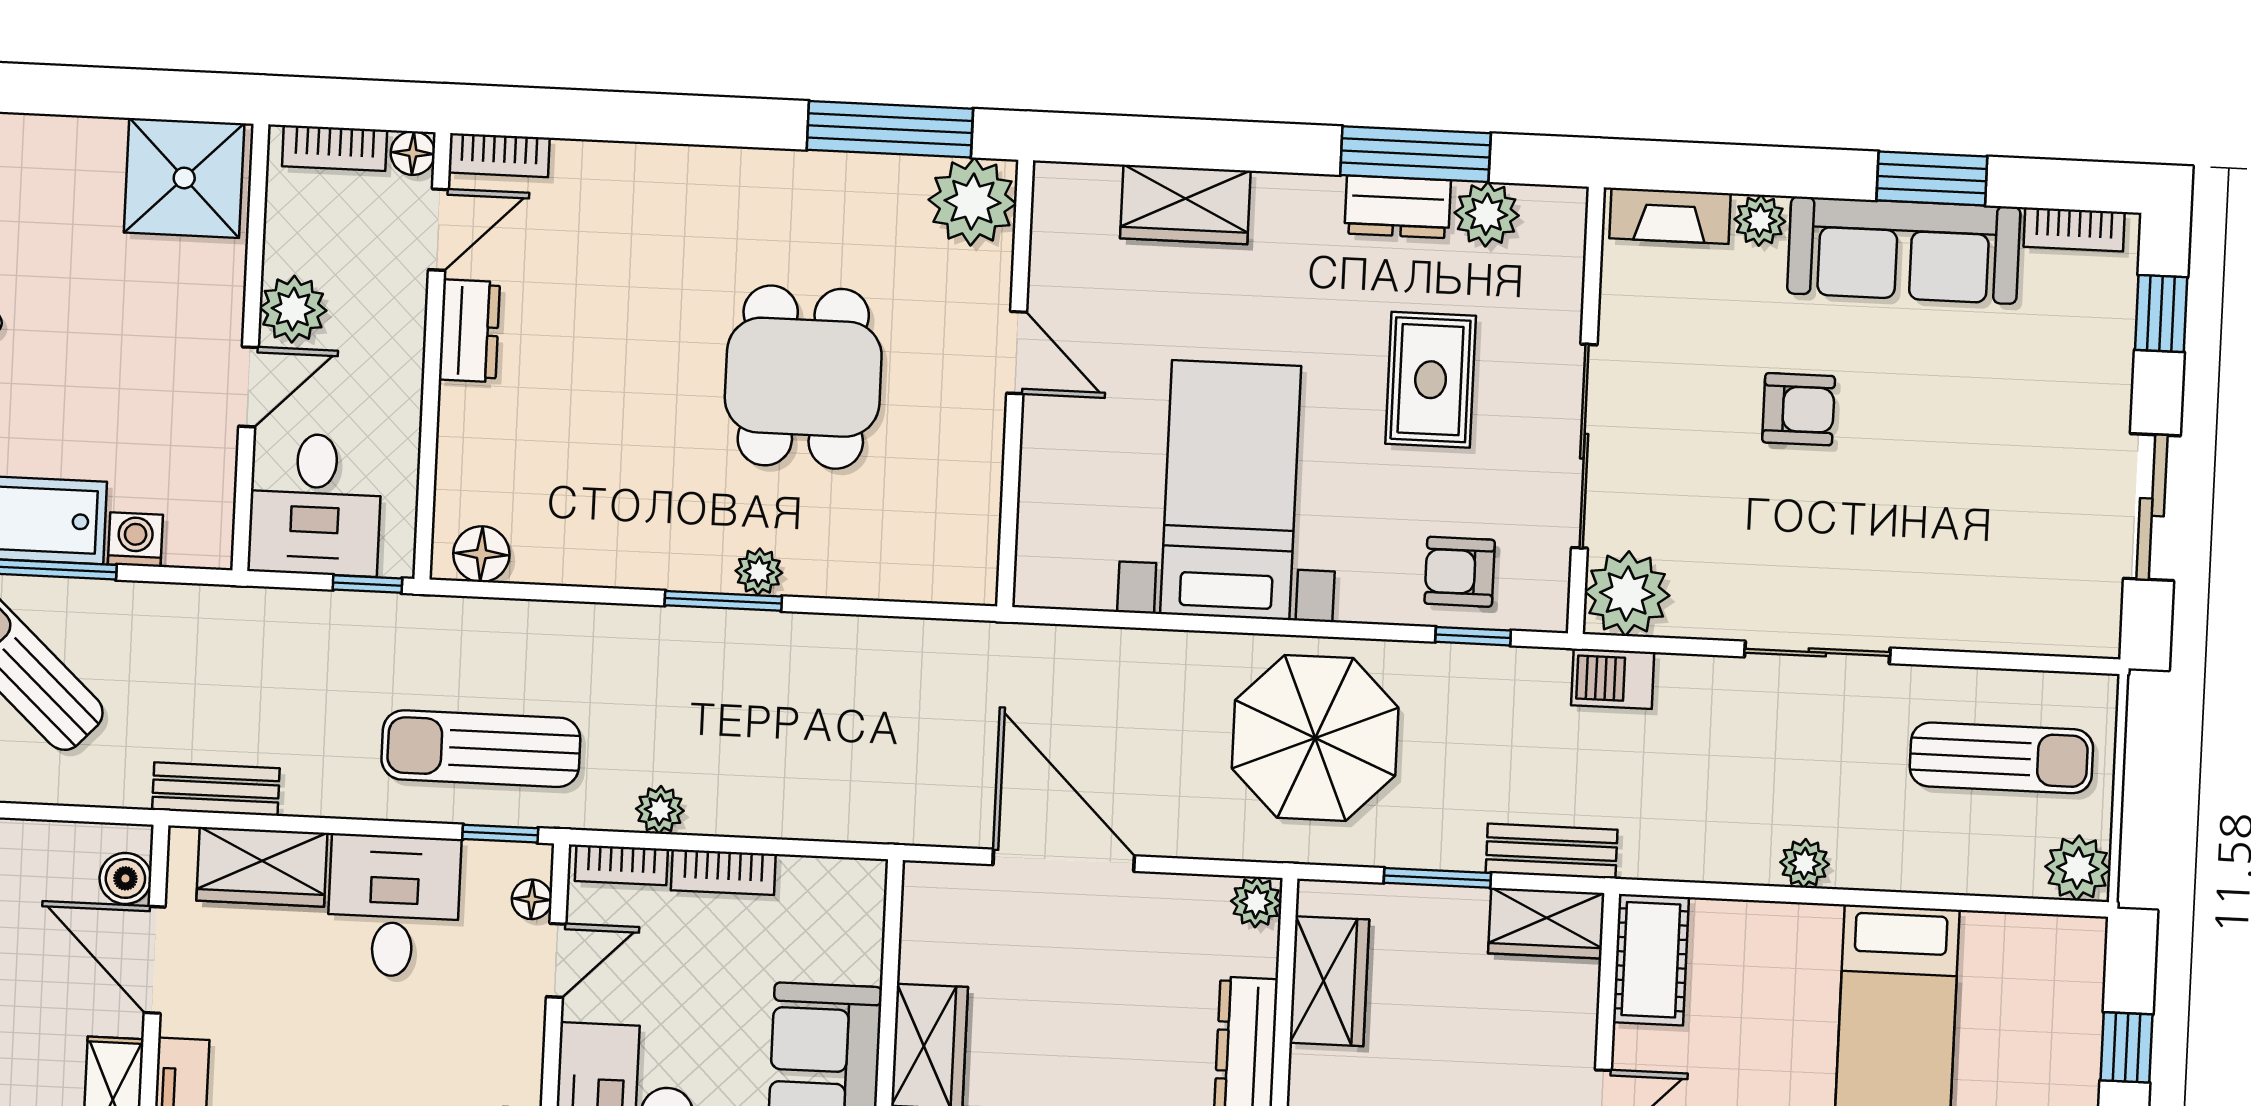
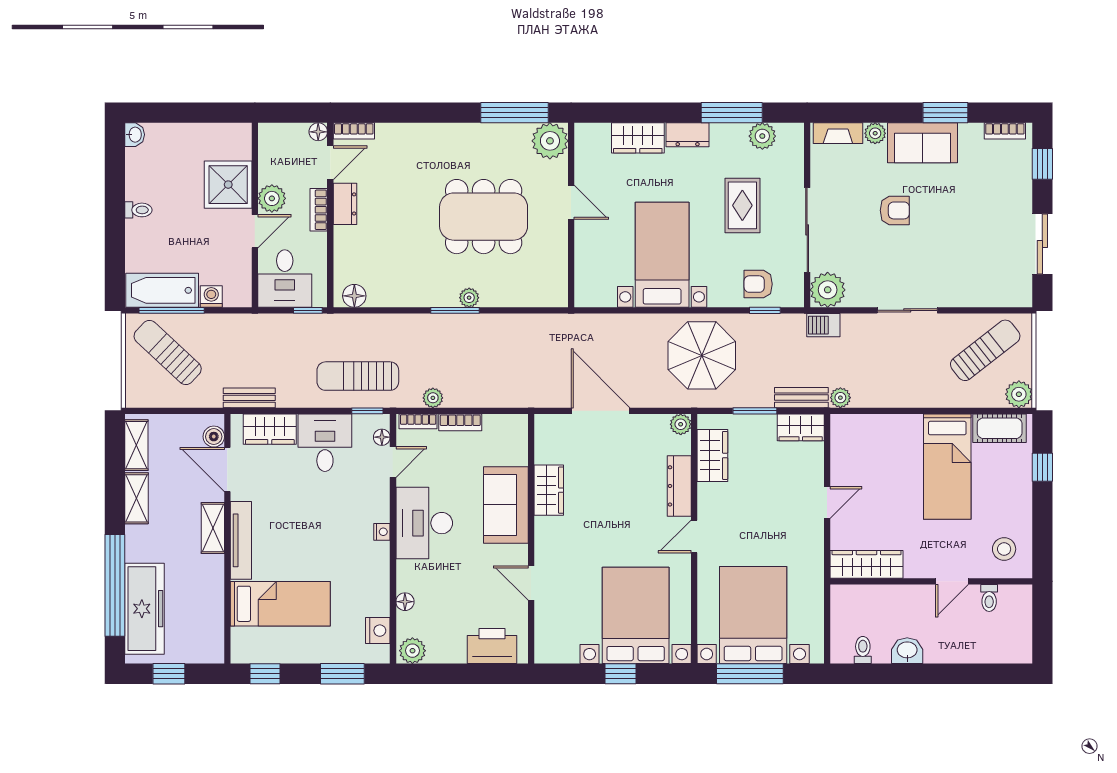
bookcase: (335, 148) -> (319, 210), moved, turned 90
shower: (184, 178) -> (228, 185), moved
dresser: (1398, 207) -> (688, 135), moved
sofa: (1904, 250) -> (923, 143), width x0.73
dining table: (803, 377) -> (484, 217), width x1.38
sun lounger: (2001, 758) -> (985, 350), turned -38
plant: (1805, 863) -> (840, 398), moved
cot: (1651, 960) -> (1000, 428), moved, turned 90

